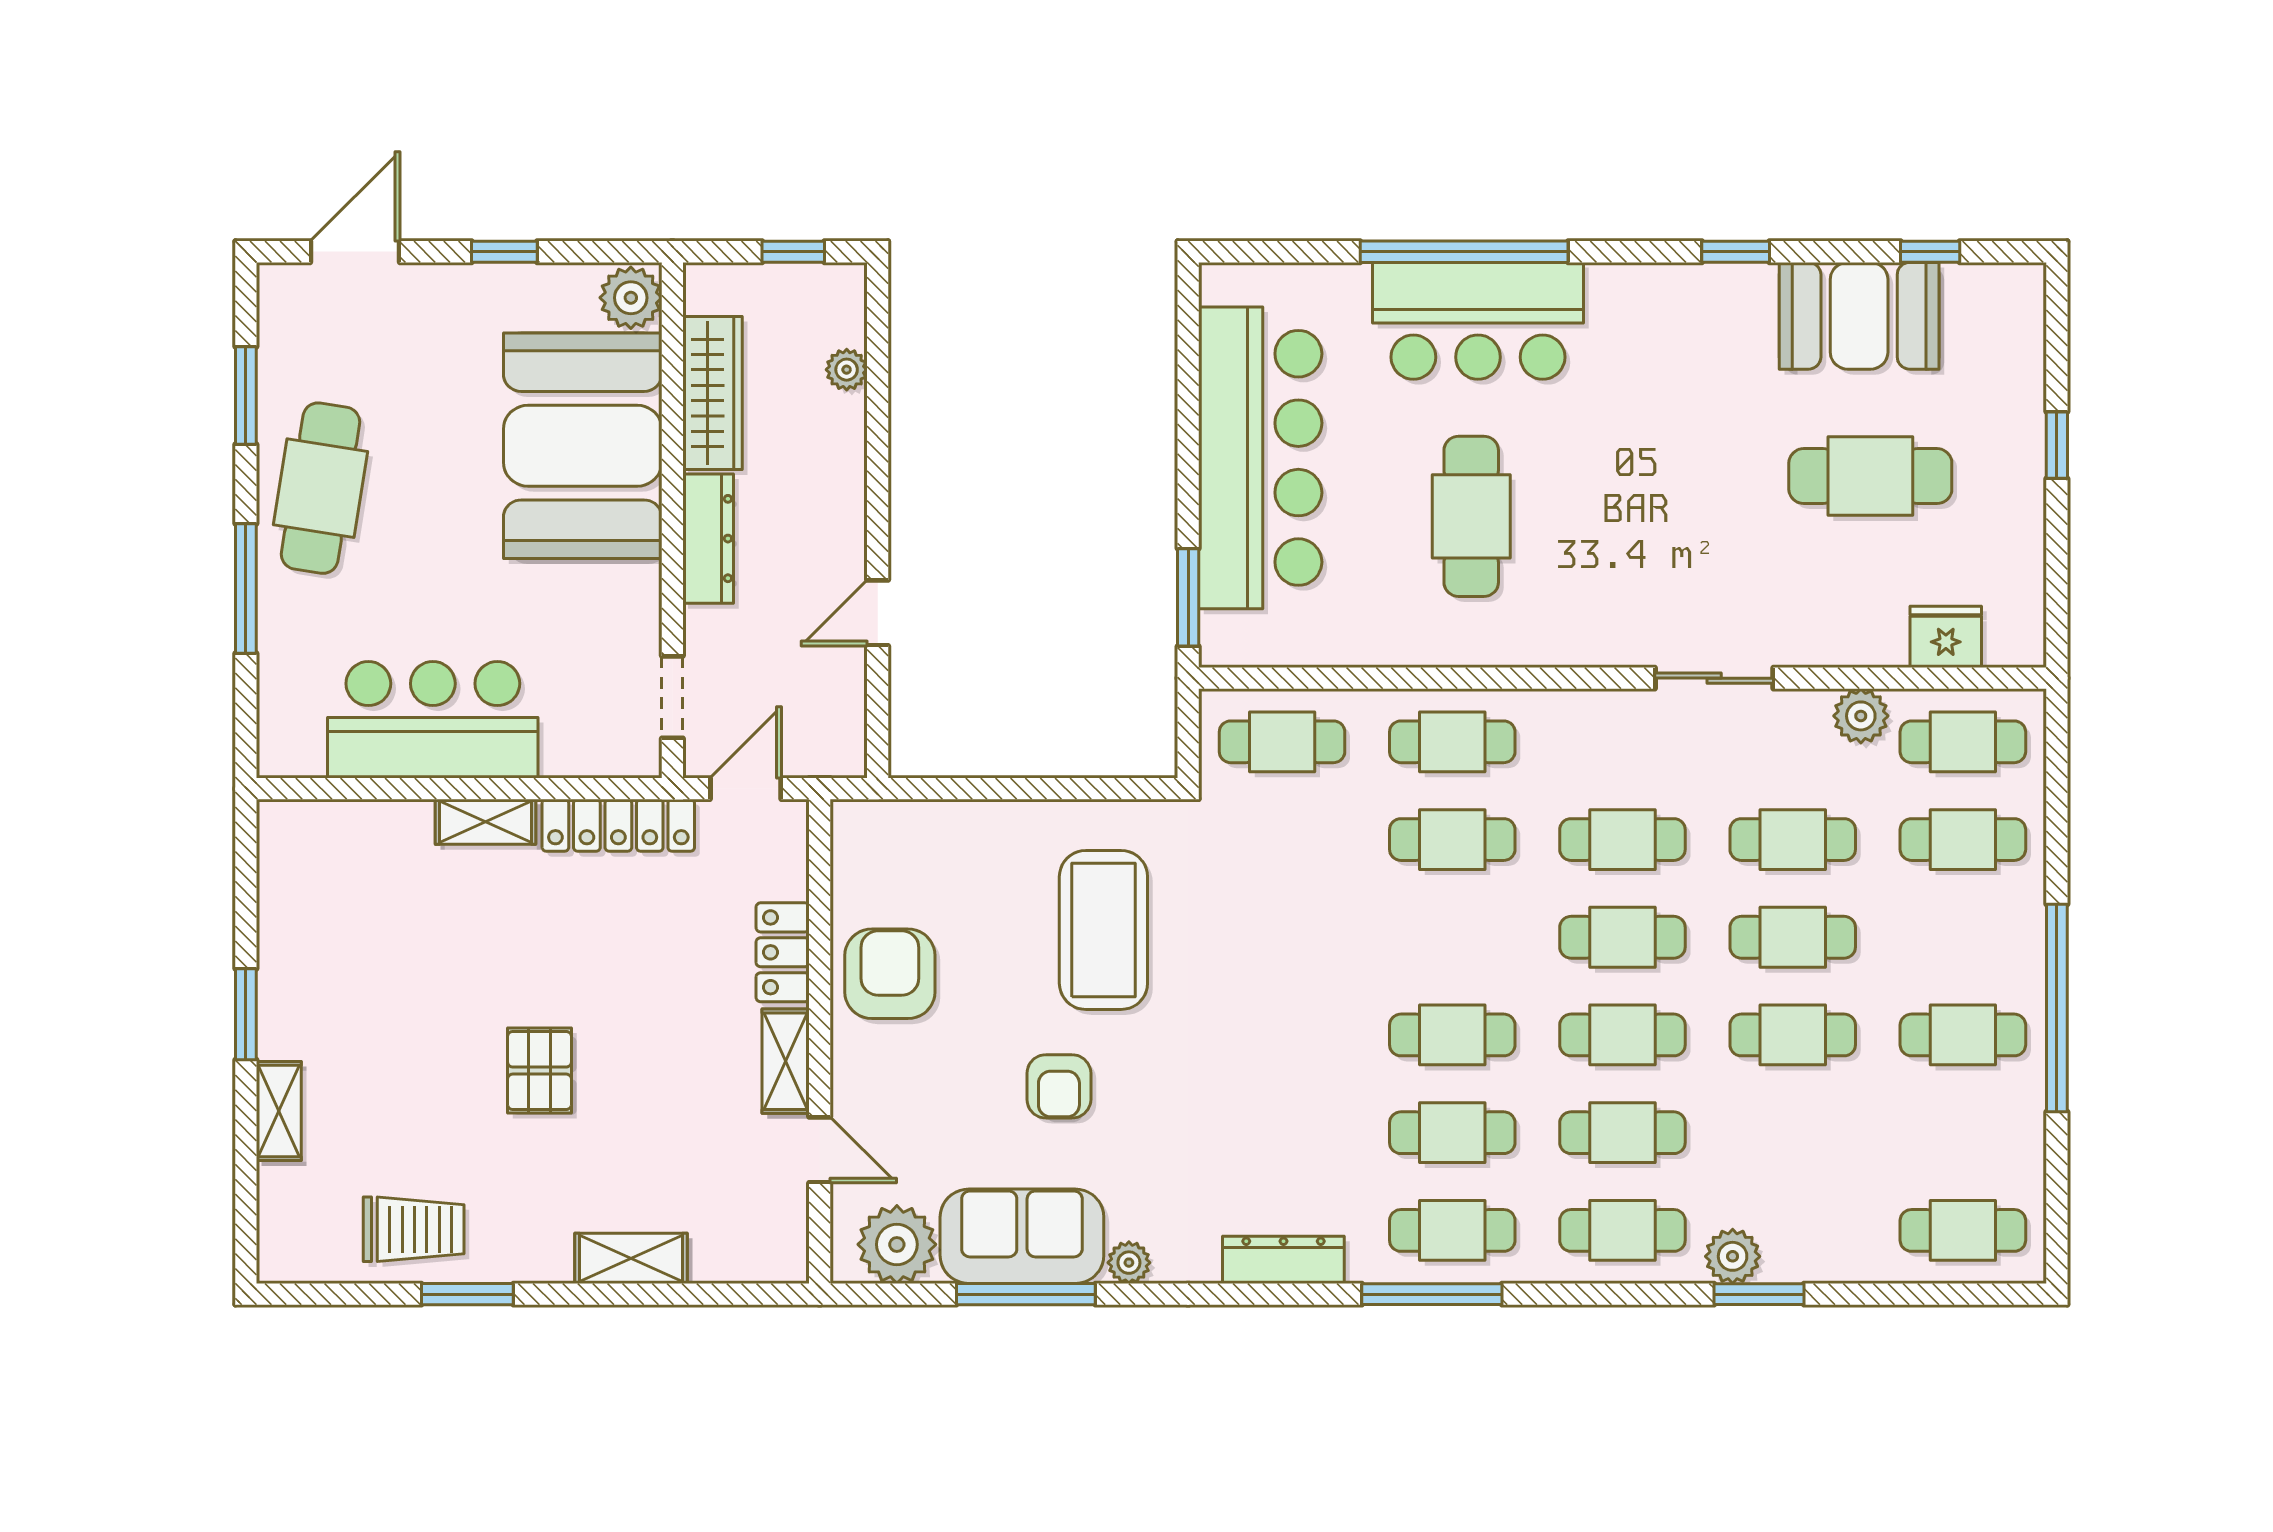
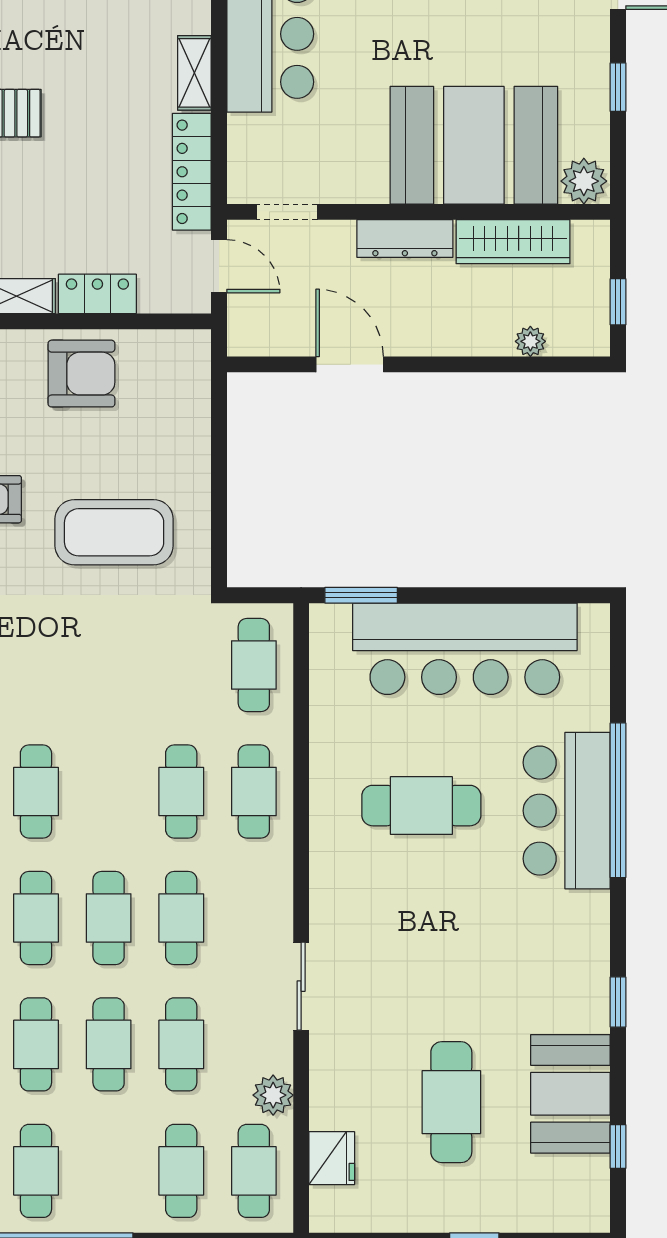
door: (878, 613) -> (350, 364), width x1.38

